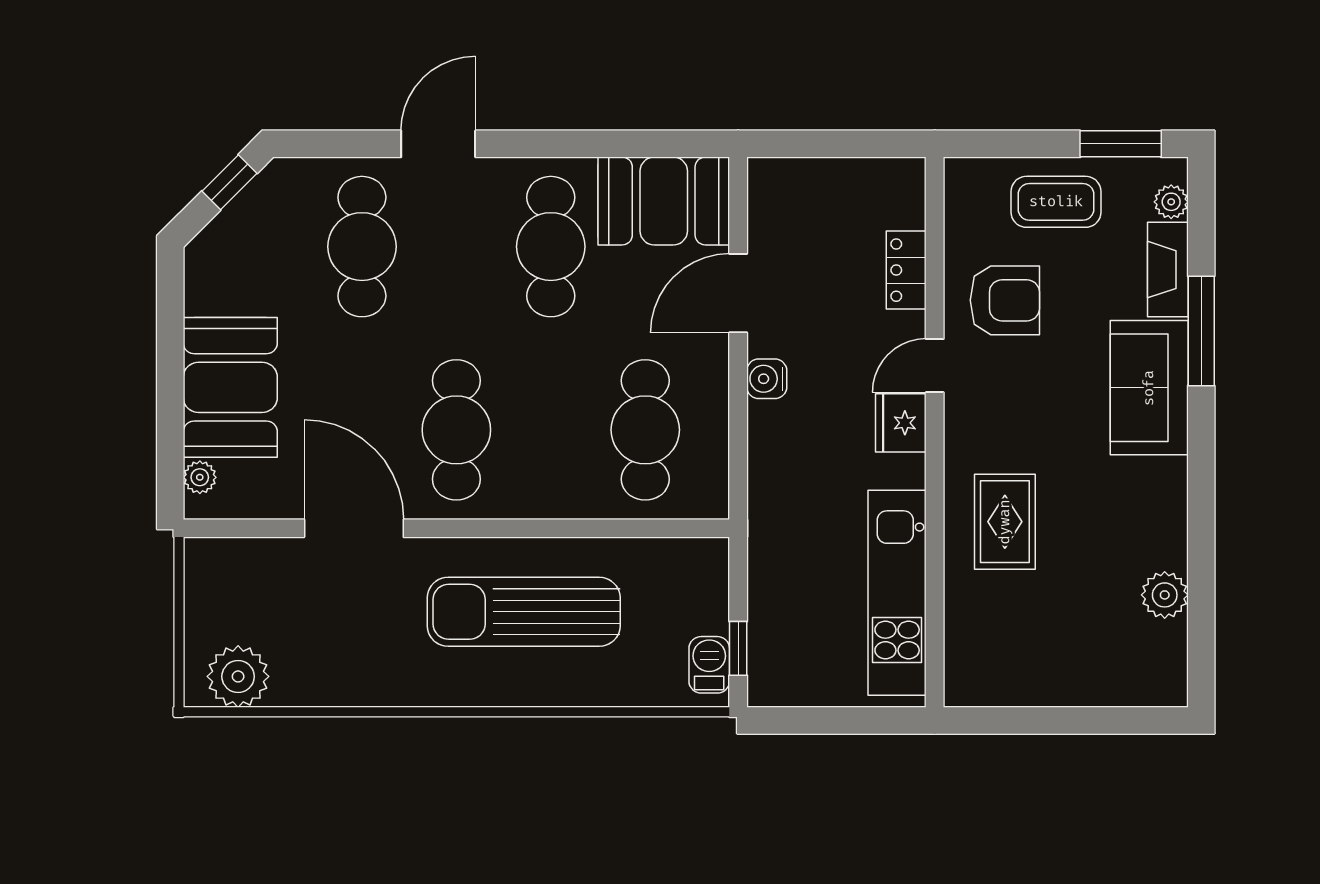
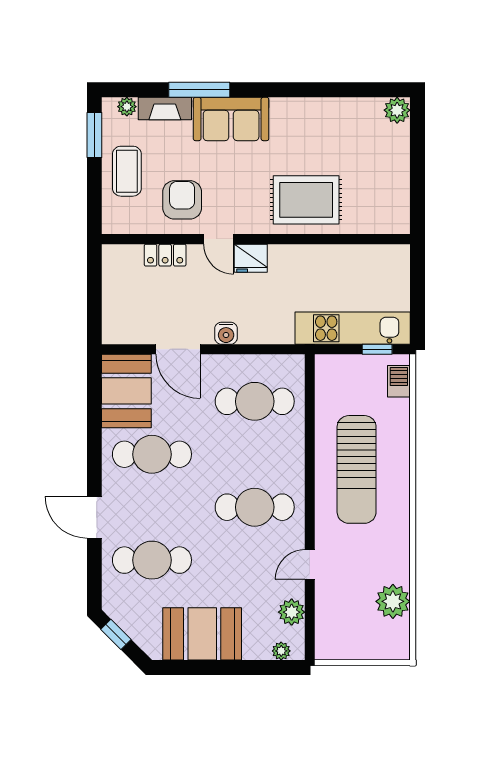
booth: (230, 387) -> (202, 634), moved
plant: (269, 496) -> (292, 612), added
rug: (1005, 522) -> (306, 200), width x1.36, depth x1.43
door: (354, 528) -> (310, 565), width x0.53
kitchen unit: (897, 593) -> (353, 328), moved, turned 180
plant: (1165, 595) -> (397, 110), moved
barbecue: (709, 665) -> (399, 381), moved, turned 90
plant: (238, 676) -> (393, 601), moved

